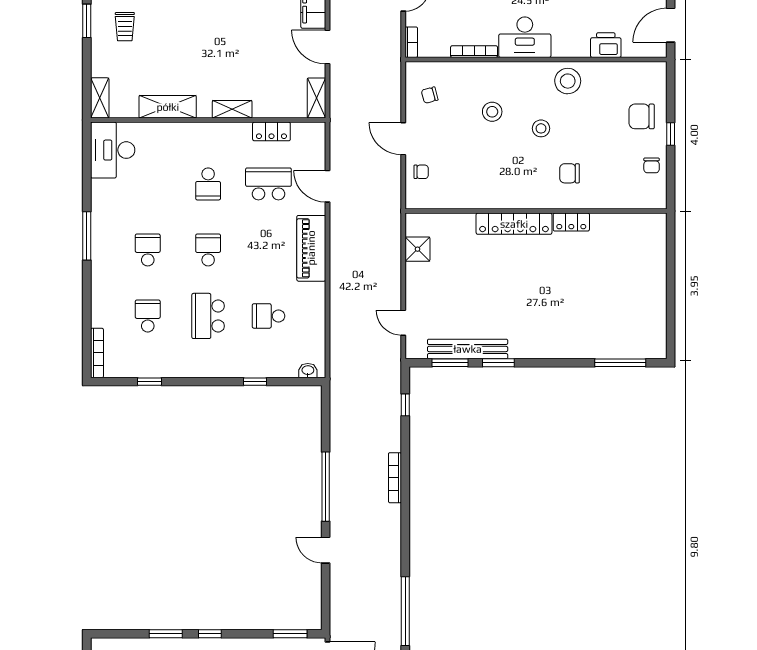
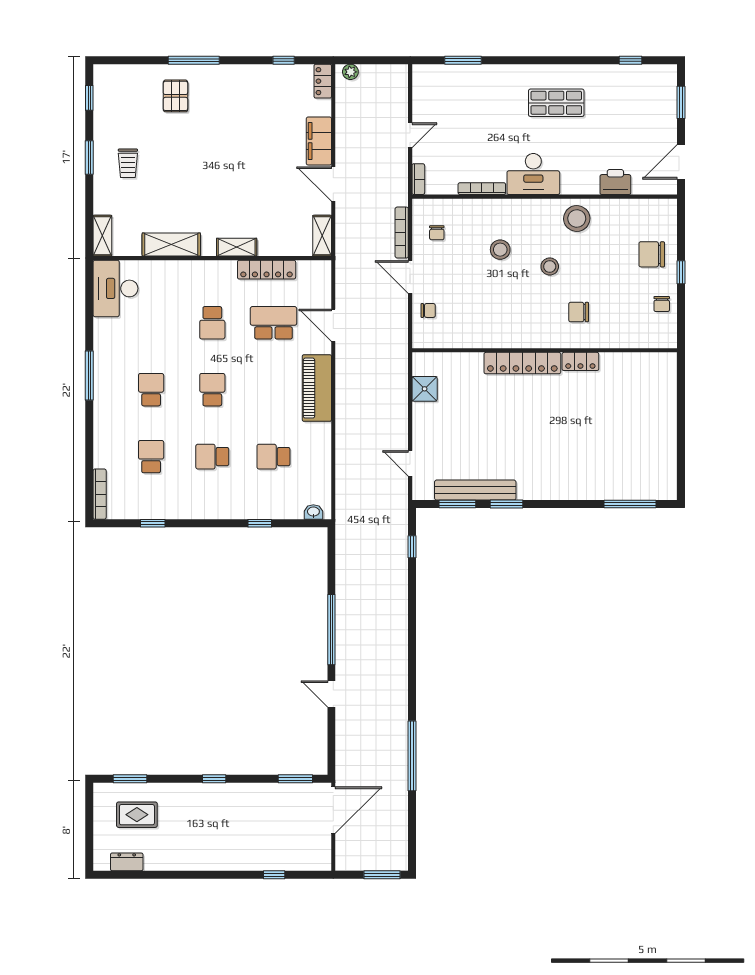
chair: (430, 95) -> (437, 233), turned -75
locker: (271, 131) -> (267, 270), width x1.53
school desk: (208, 316) -> (212, 457), width x0.54
bookcase: (395, 478) -> (402, 233), moved
window: (166, 634) -> (130, 779), moved

